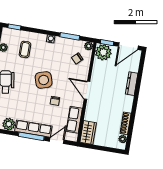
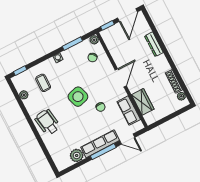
plant: (103, 52) -> (110, 36), removed
door: (87, 90) -> (121, 78), swing flipped
wardrobe: (88, 132) -> (143, 102), moved
door: (57, 141) -> (127, 139), swing flipped

